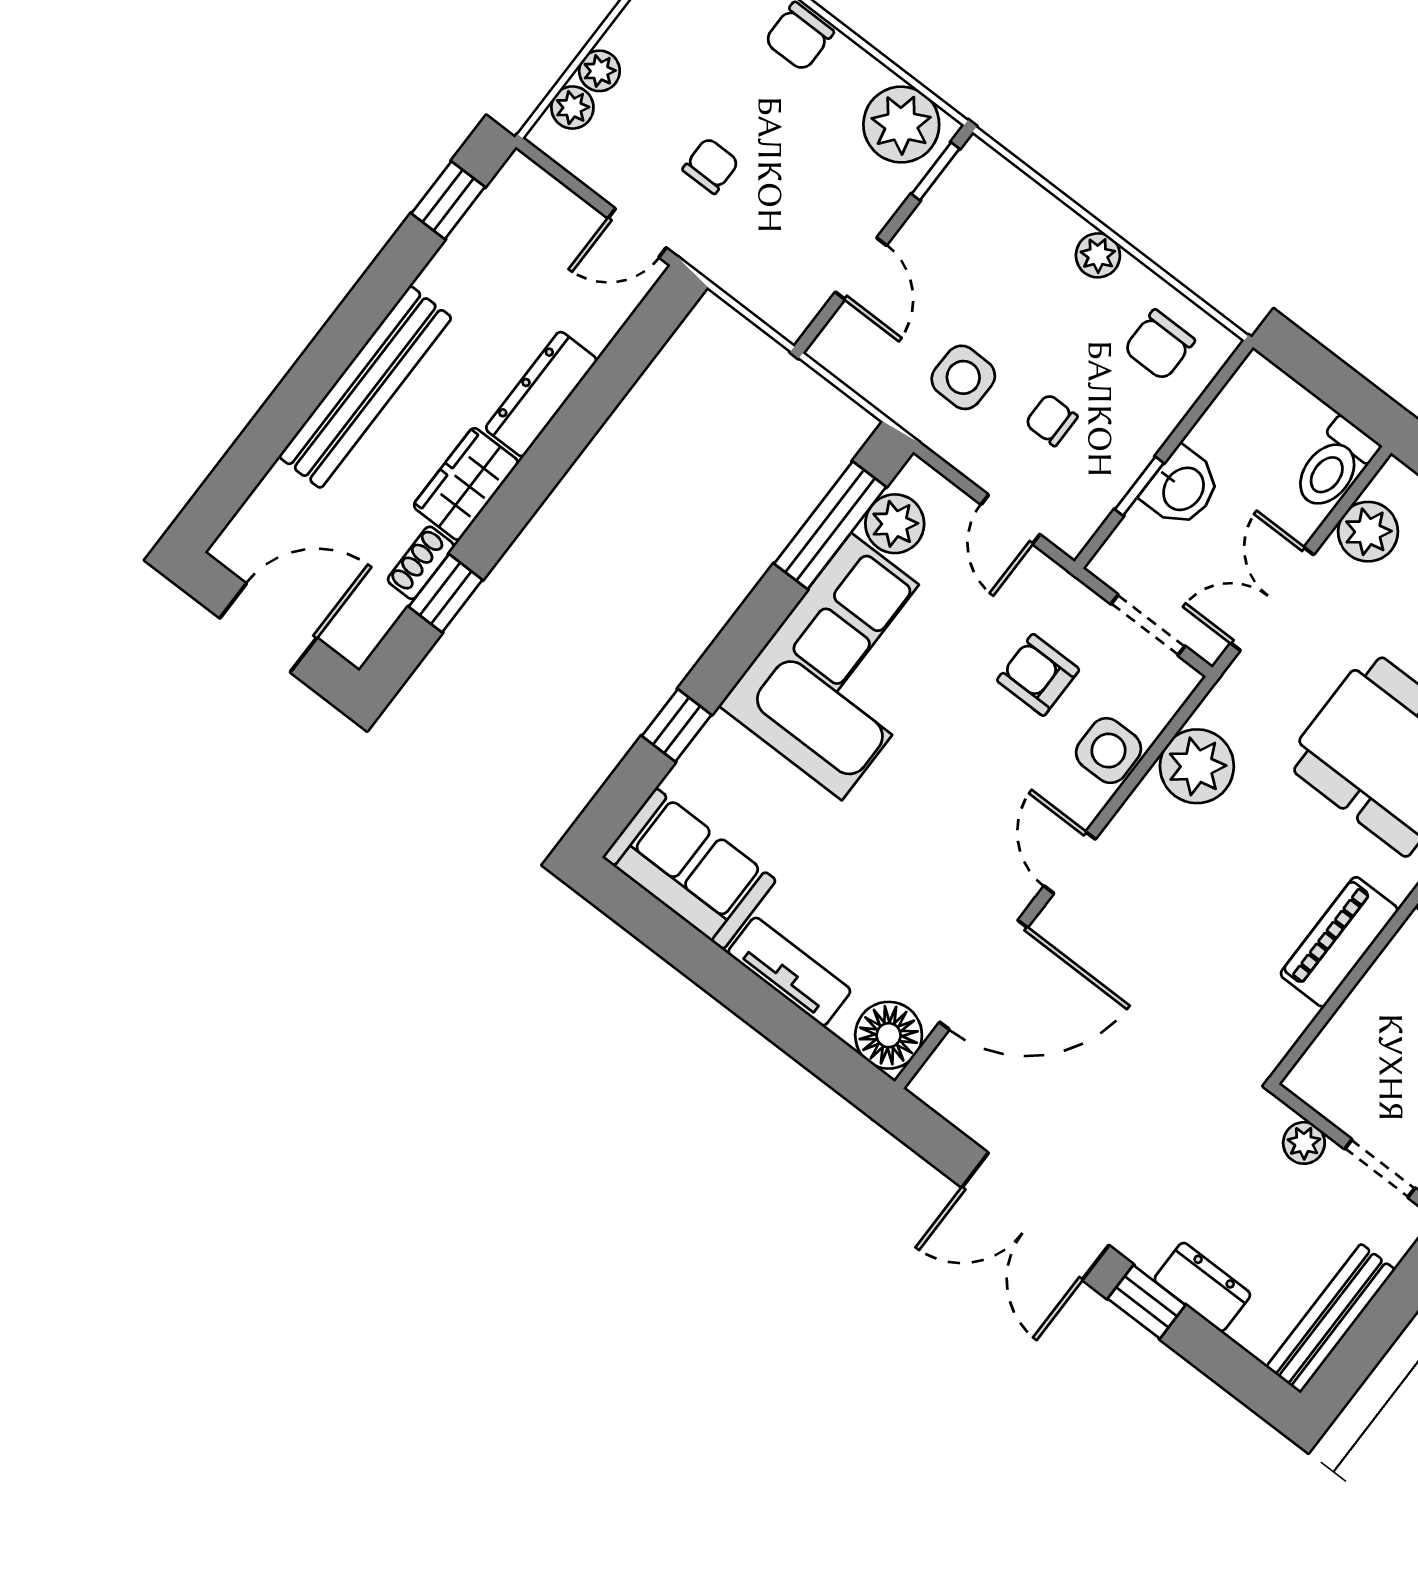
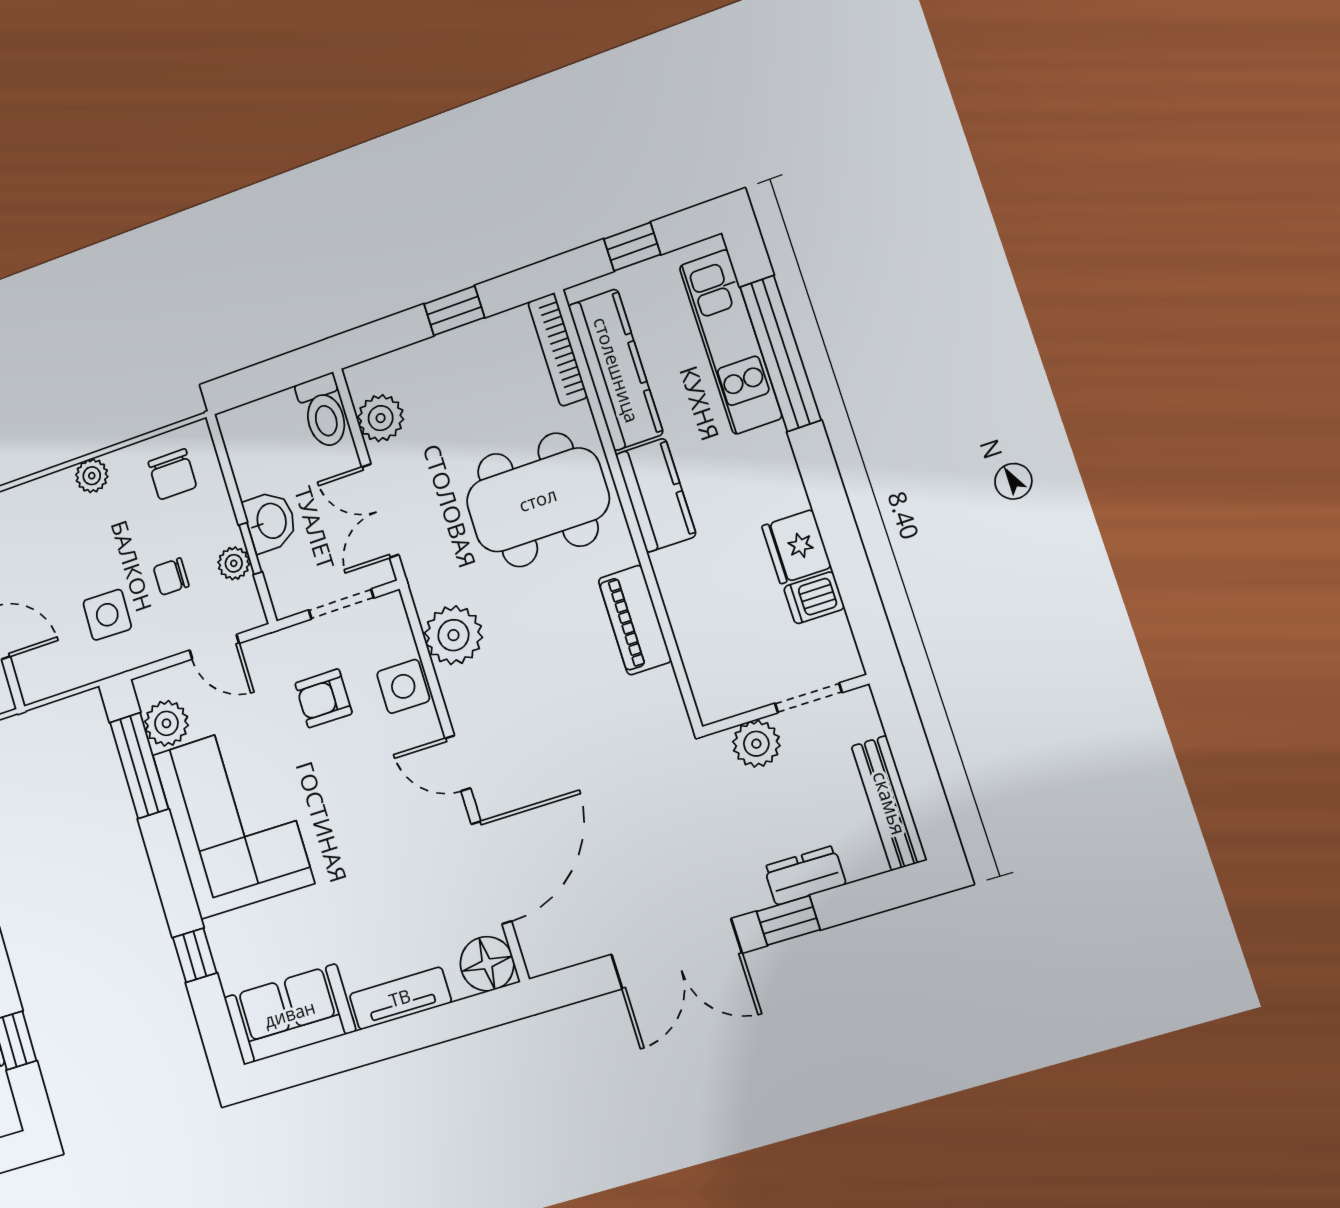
plant: (1112, 479) -> (234, 563), added
plant: (1304, 1143) -> (756, 744), width x1.38, depth x1.38

